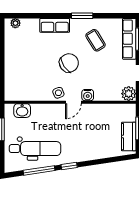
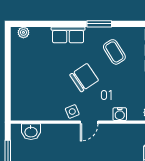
water cooler: (88, 95) -> (120, 114), moved

